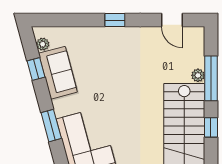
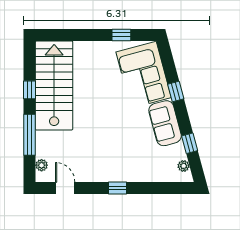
sofa: (58, 73) -> (165, 123), moved
plant: (198, 75) -> (42, 165), moved
window: (51, 126) -> (176, 92), width x0.67

